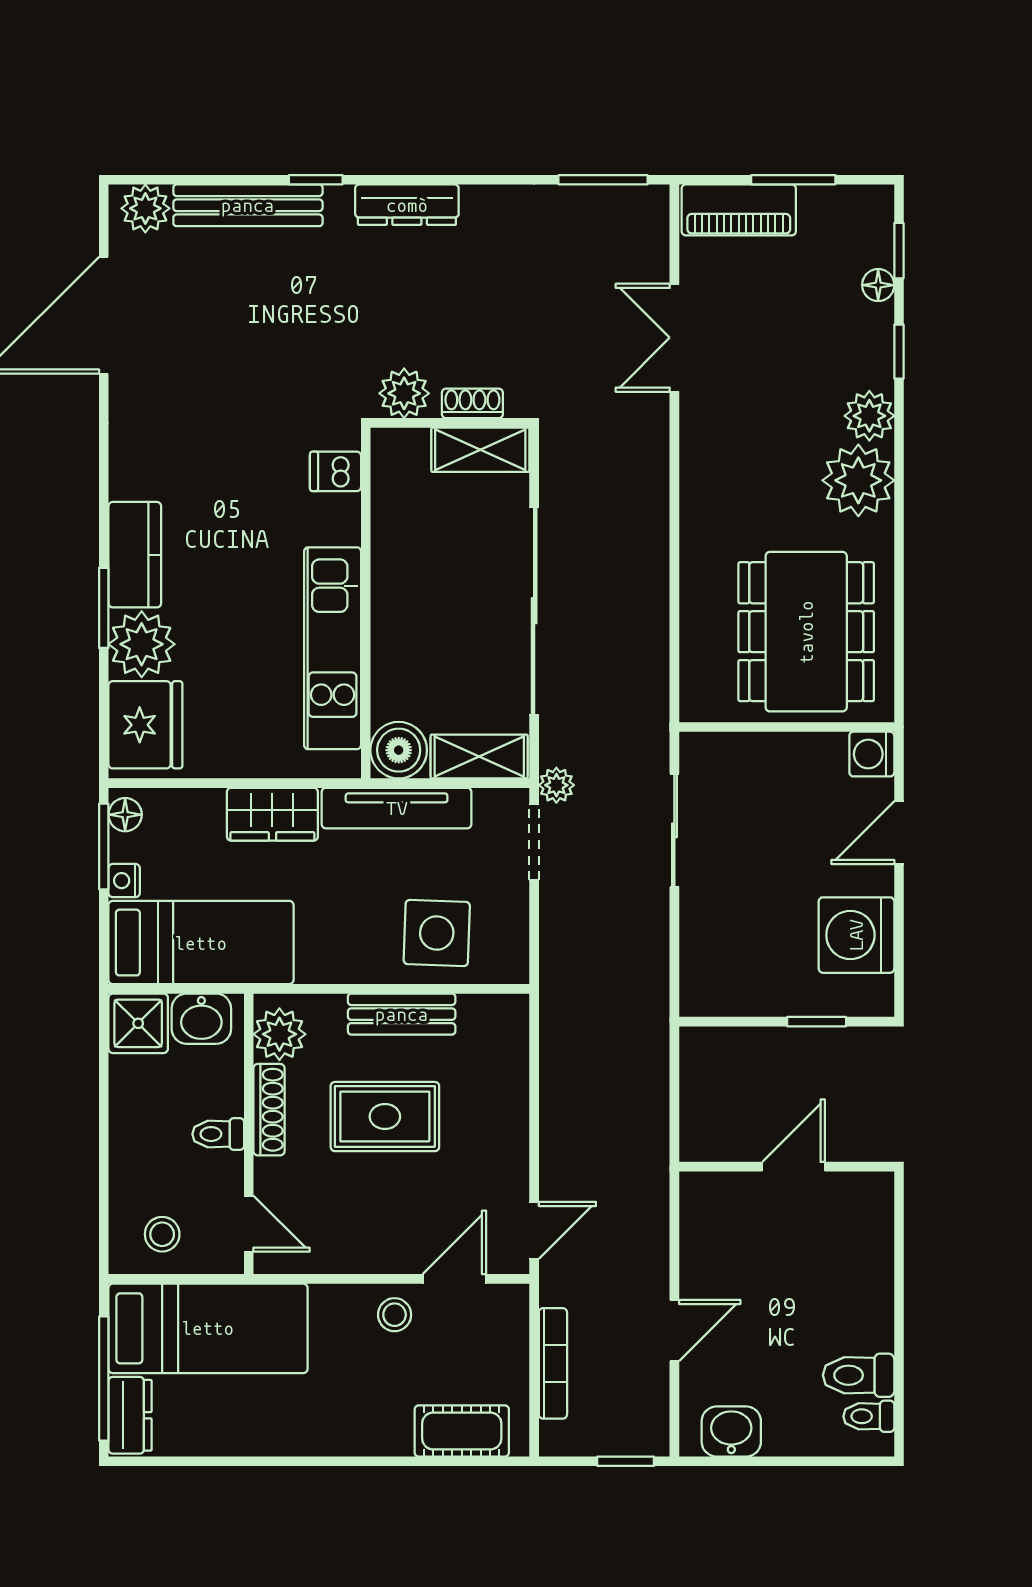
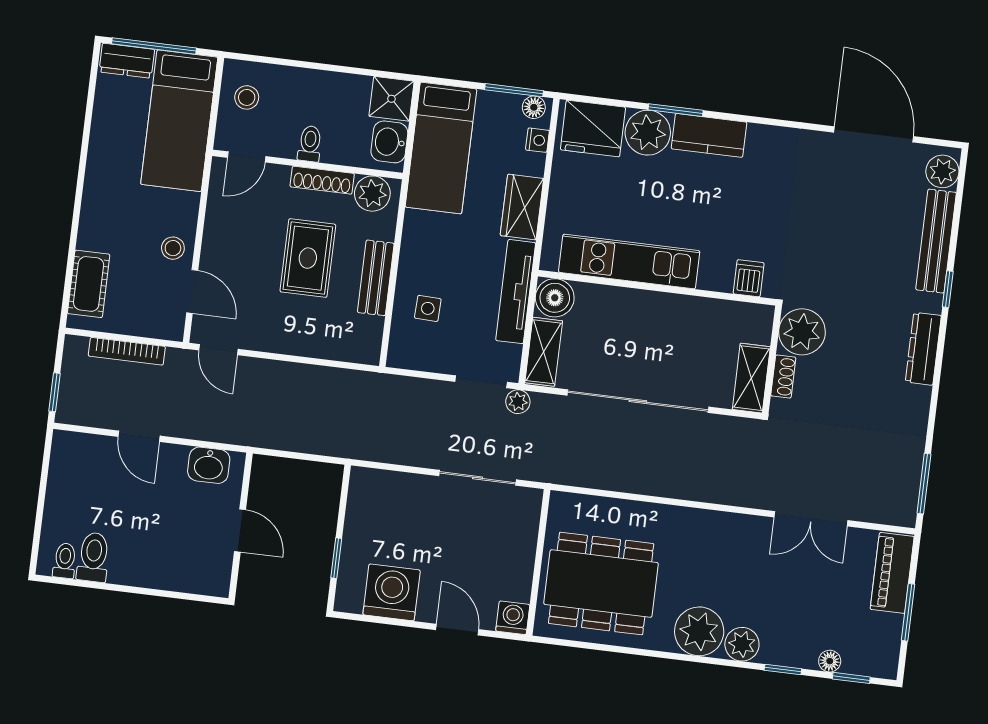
double door: (674, 338) -> (811, 519), swing flipped
plant: (404, 393) -> (802, 332), width x1.36, depth x1.36
nightstand: (124, 881) -> (537, 140), moved, turned 90
side table: (437, 933) -> (428, 308), width x0.54, depth x0.54
washbasin: (731, 1431) -> (209, 465), moved, turned 90

